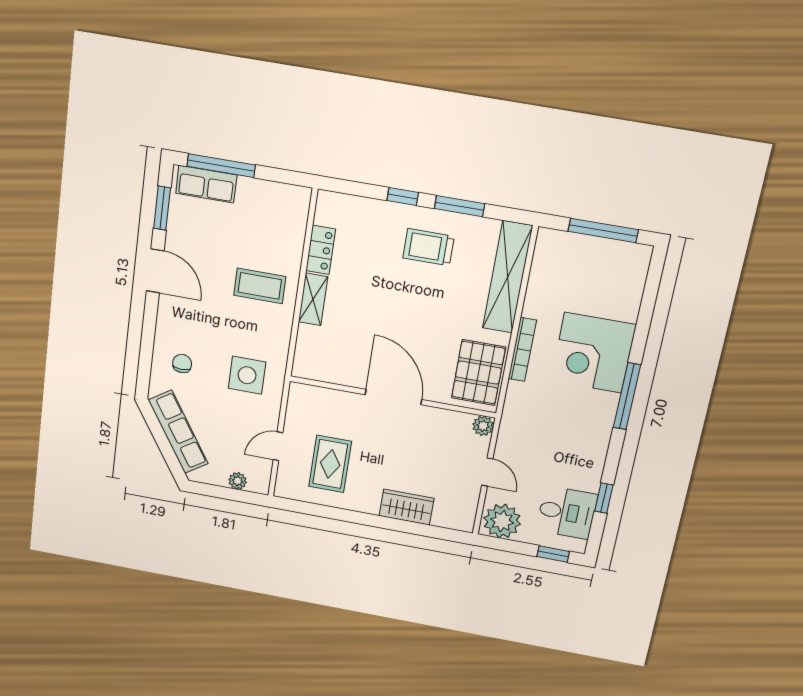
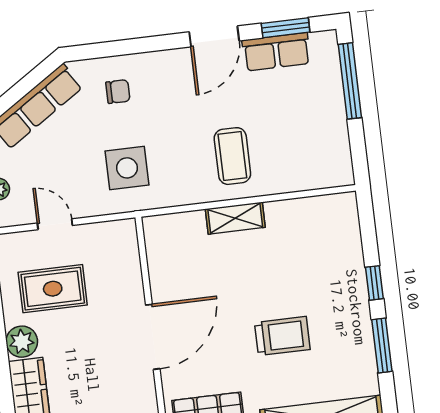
row of seats: (206, 184) -> (276, 52), moved, turned -90
trolley: (428, 247) -> (282, 336), moved, turned 90
locker: (321, 250) -> (292, 212), removed
plant: (366, 501) -> (22, 342), added

